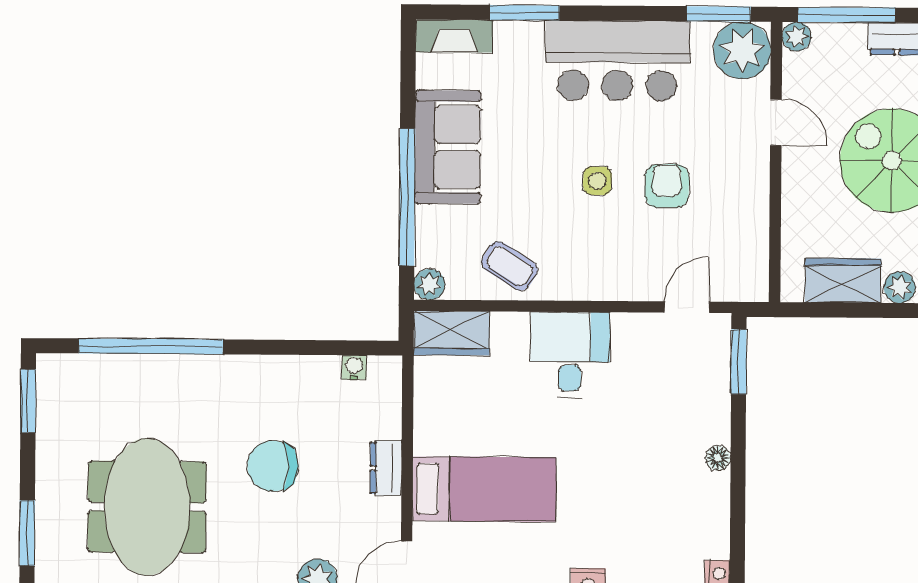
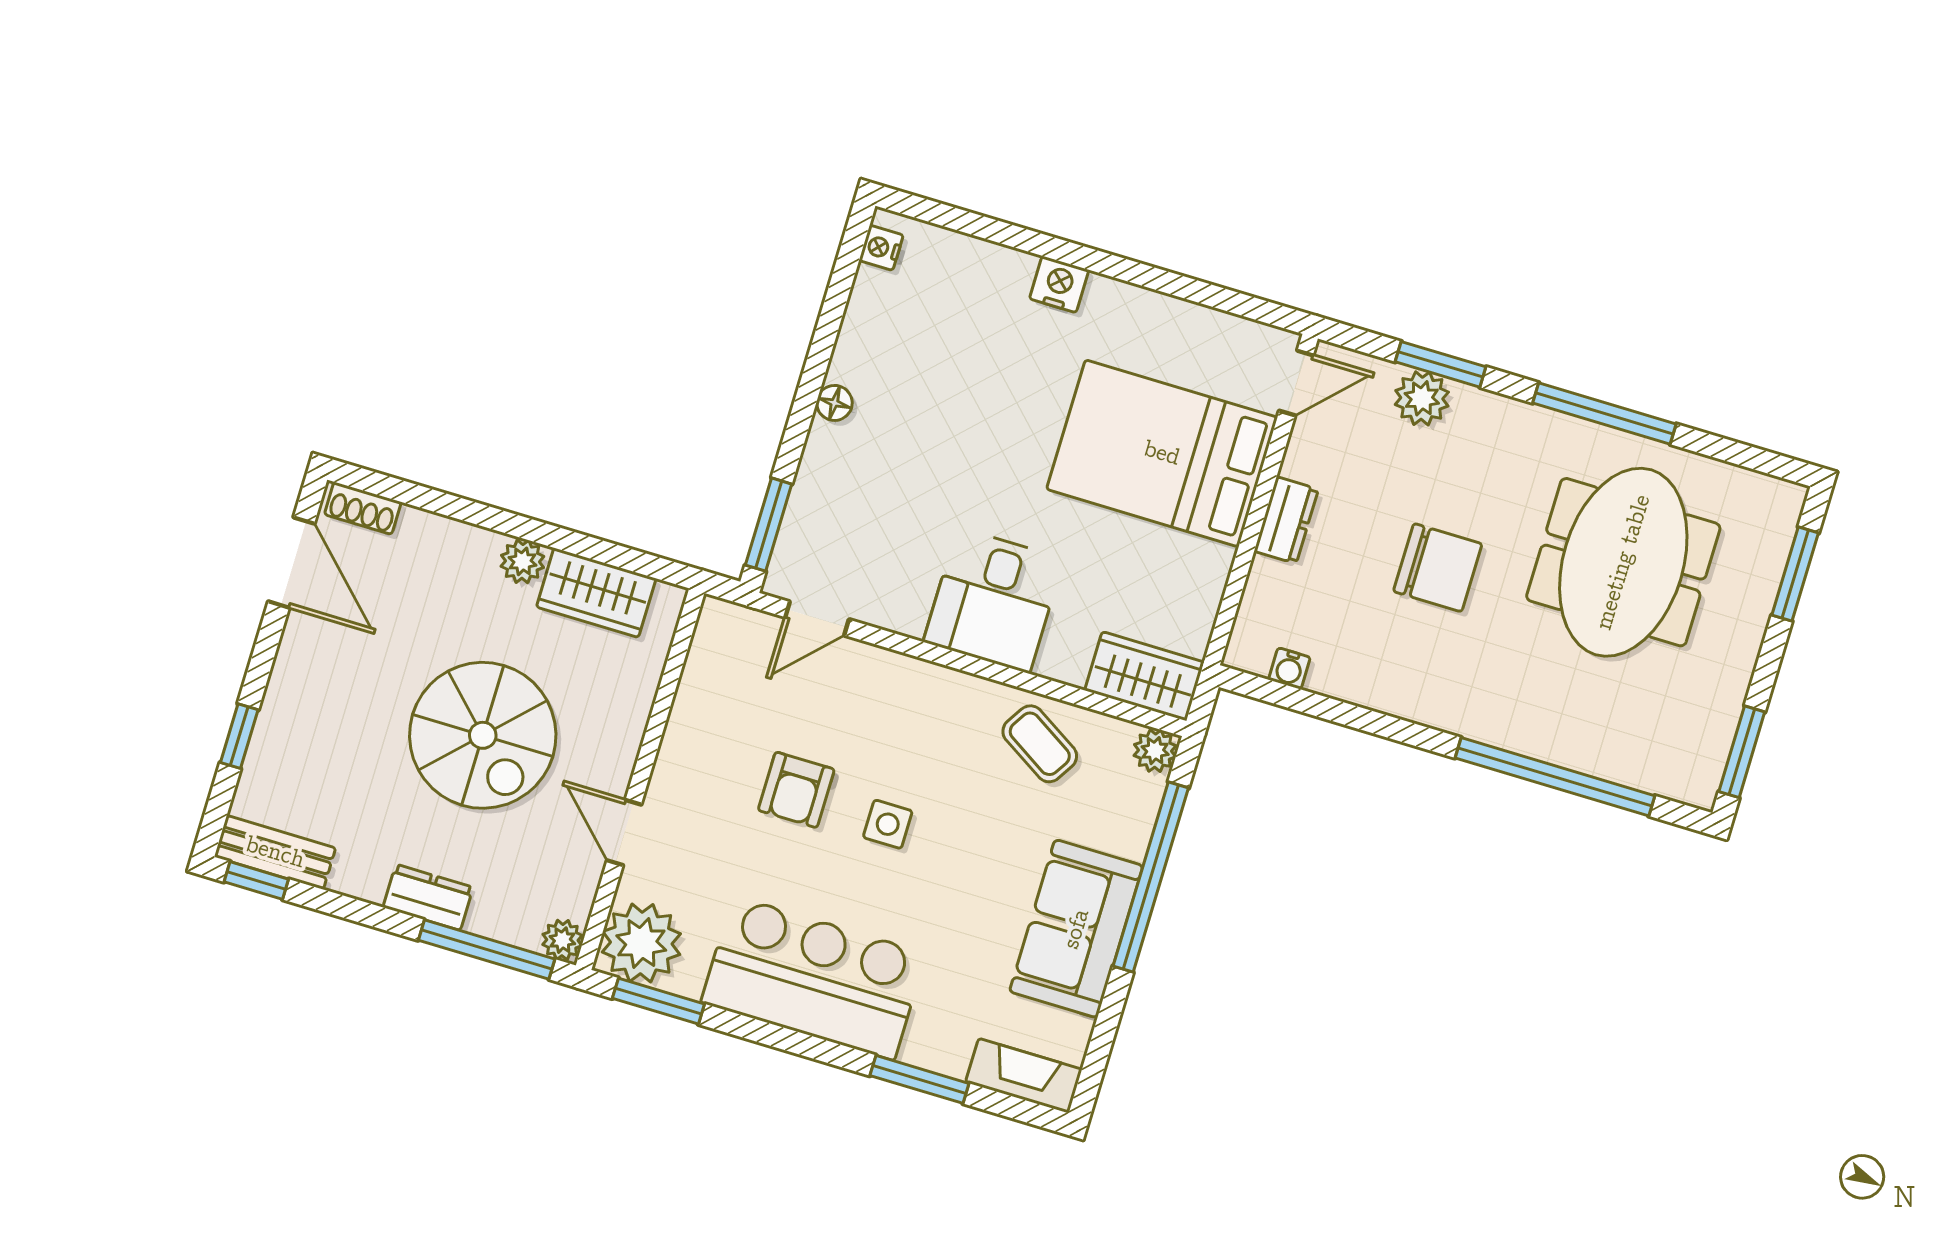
bed: (484, 489) -> (1162, 453), width x1.50

